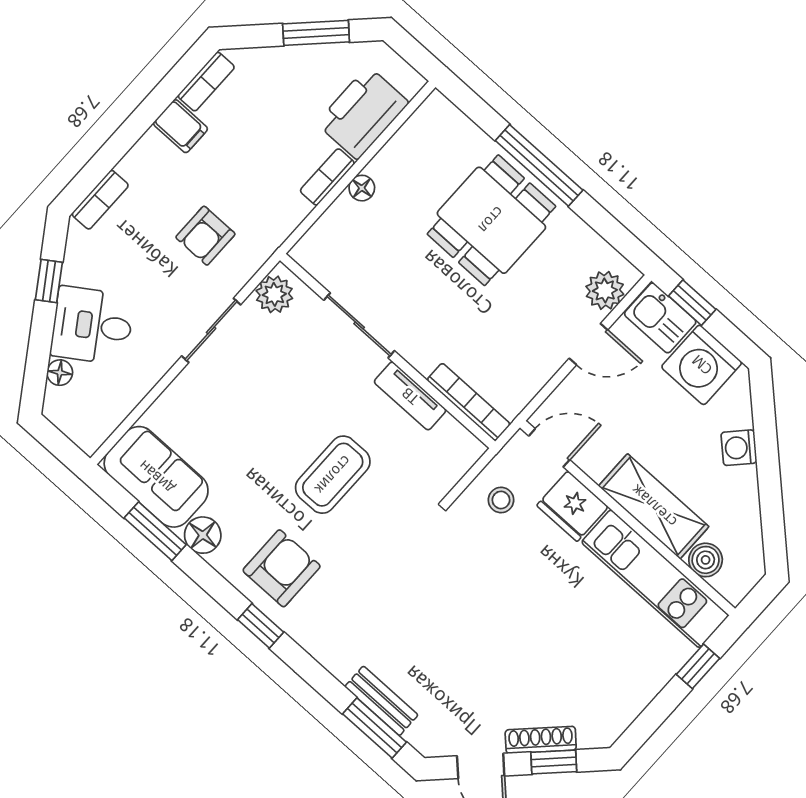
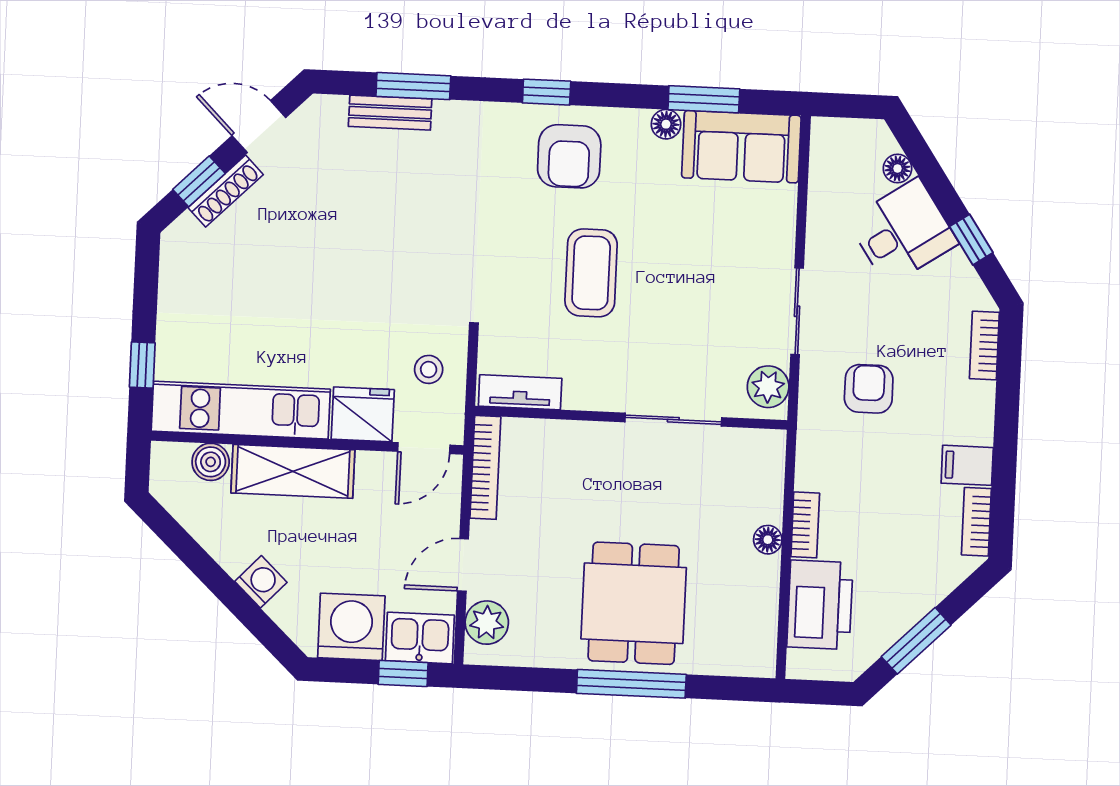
tv unit: (410, 396) -> (520, 392), moved
bookcase: (469, 402) -> (485, 467), moved, turned -90
floor lamp: (203, 535) -> (666, 124), width x0.73, depth x0.73
window: (374, 728) -> (413, 86), moved

